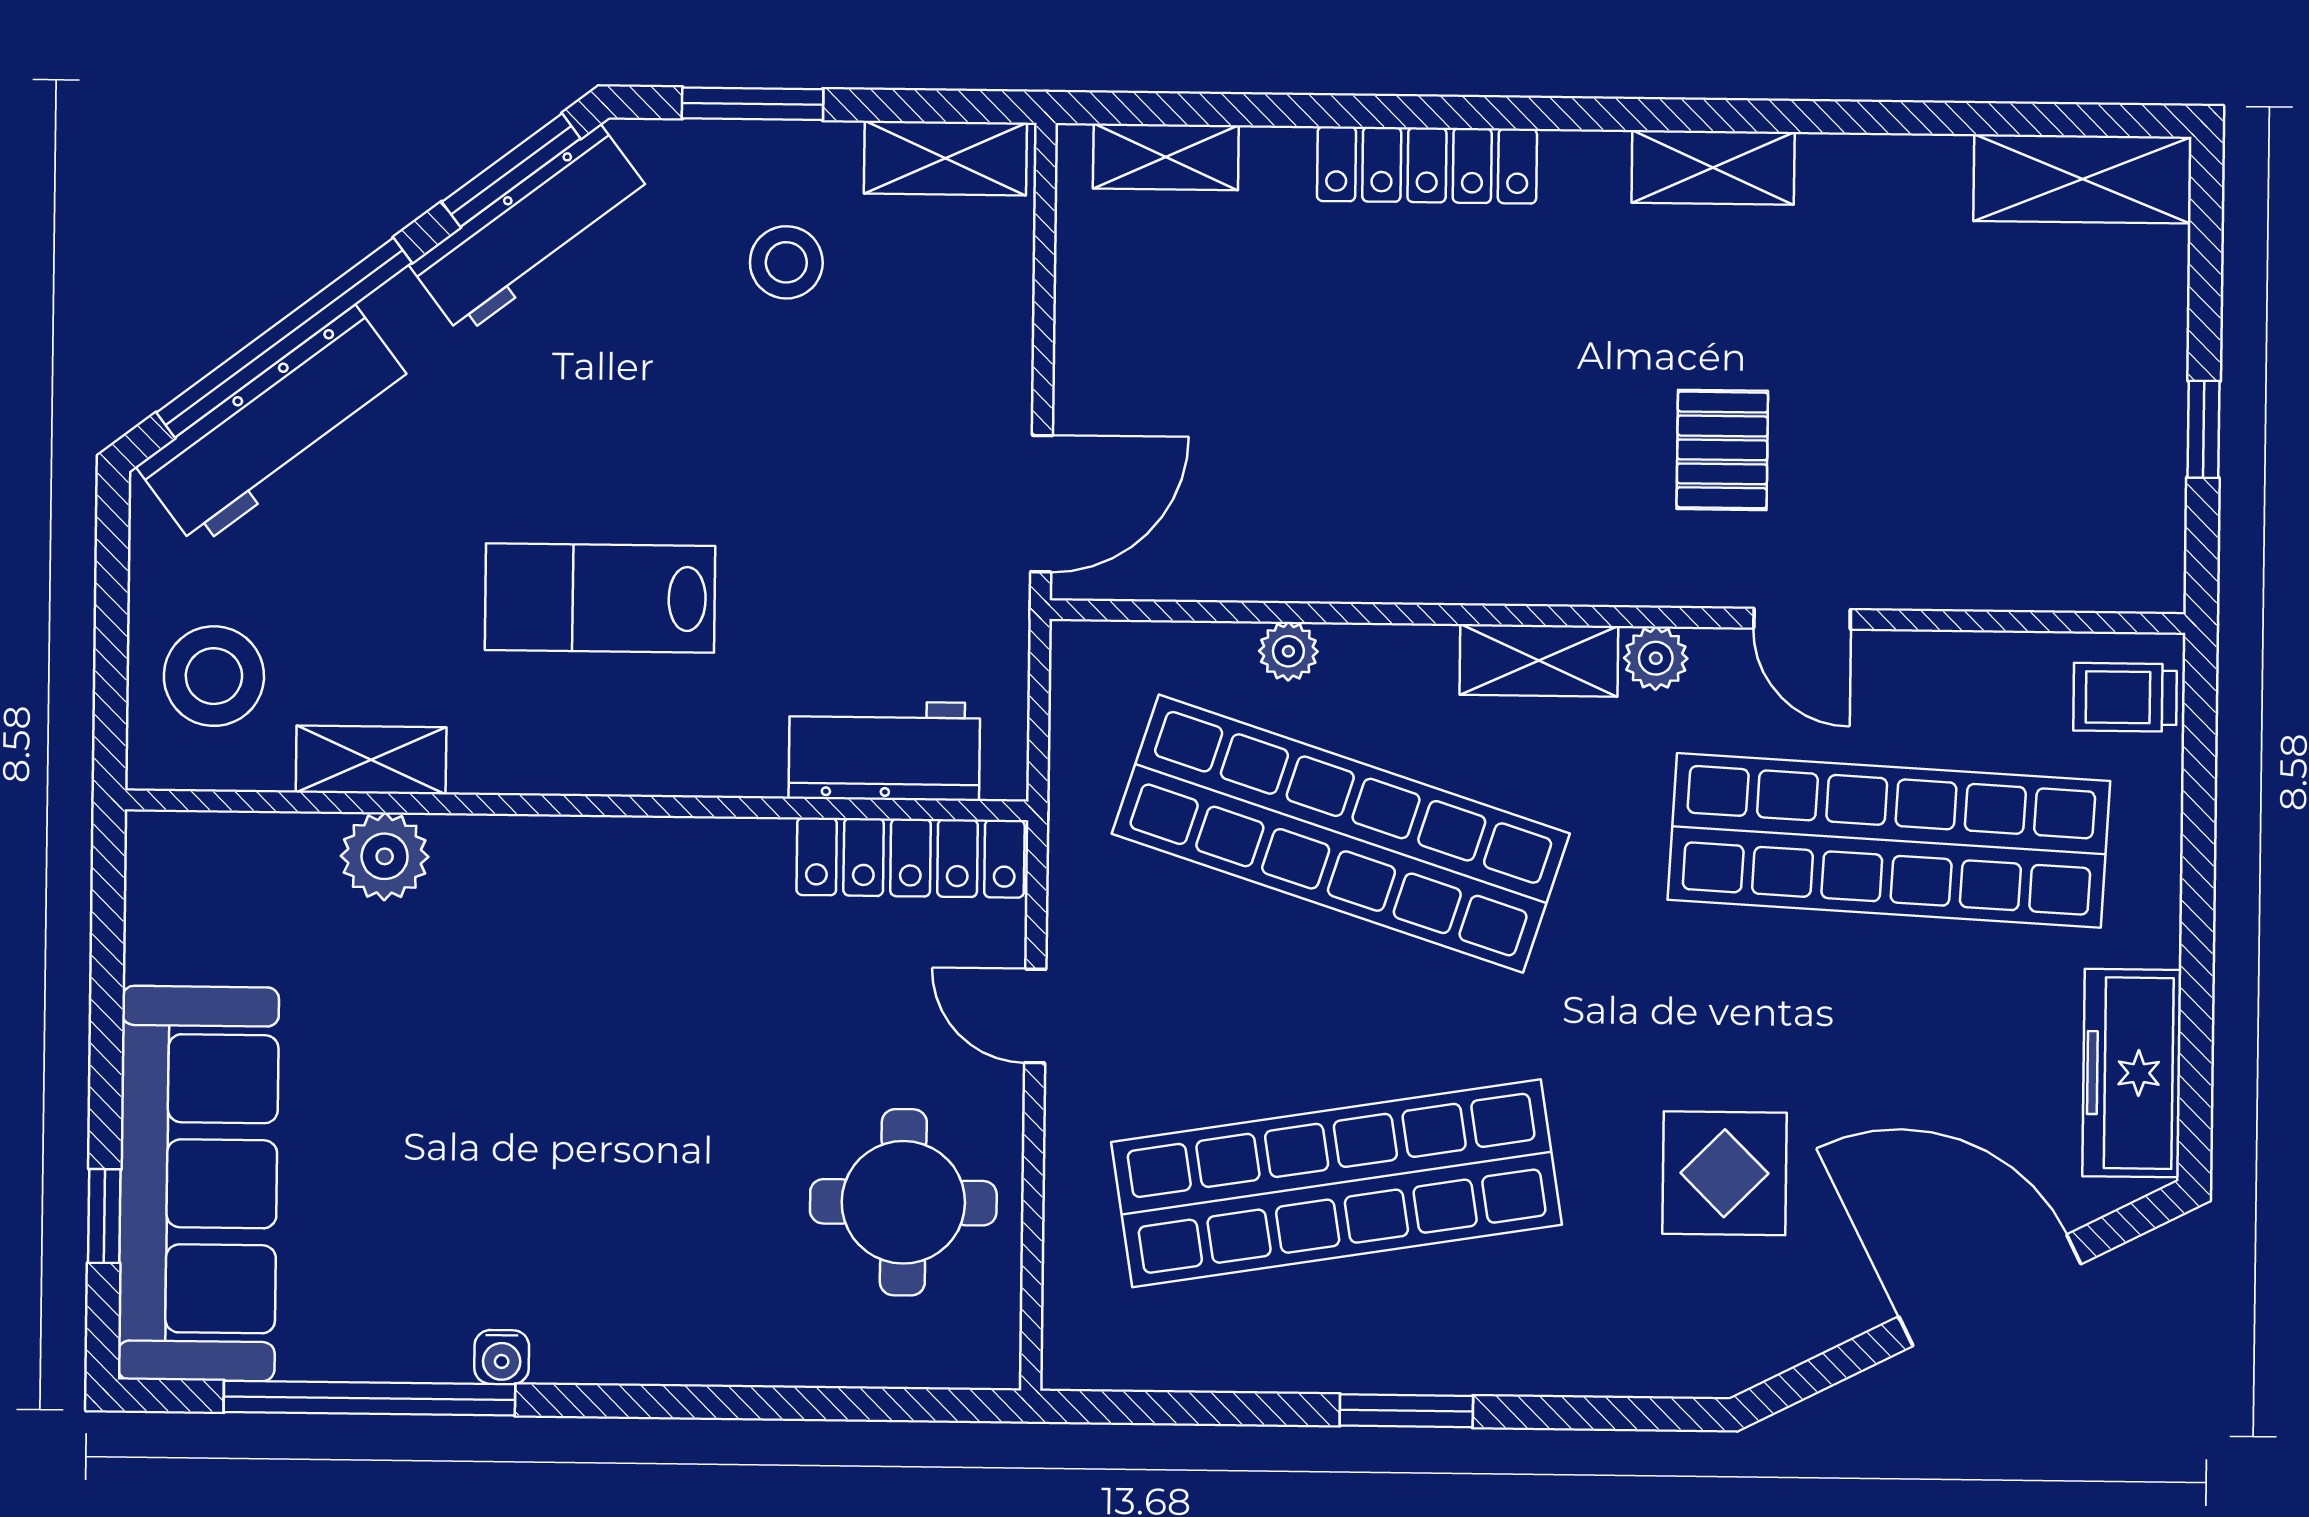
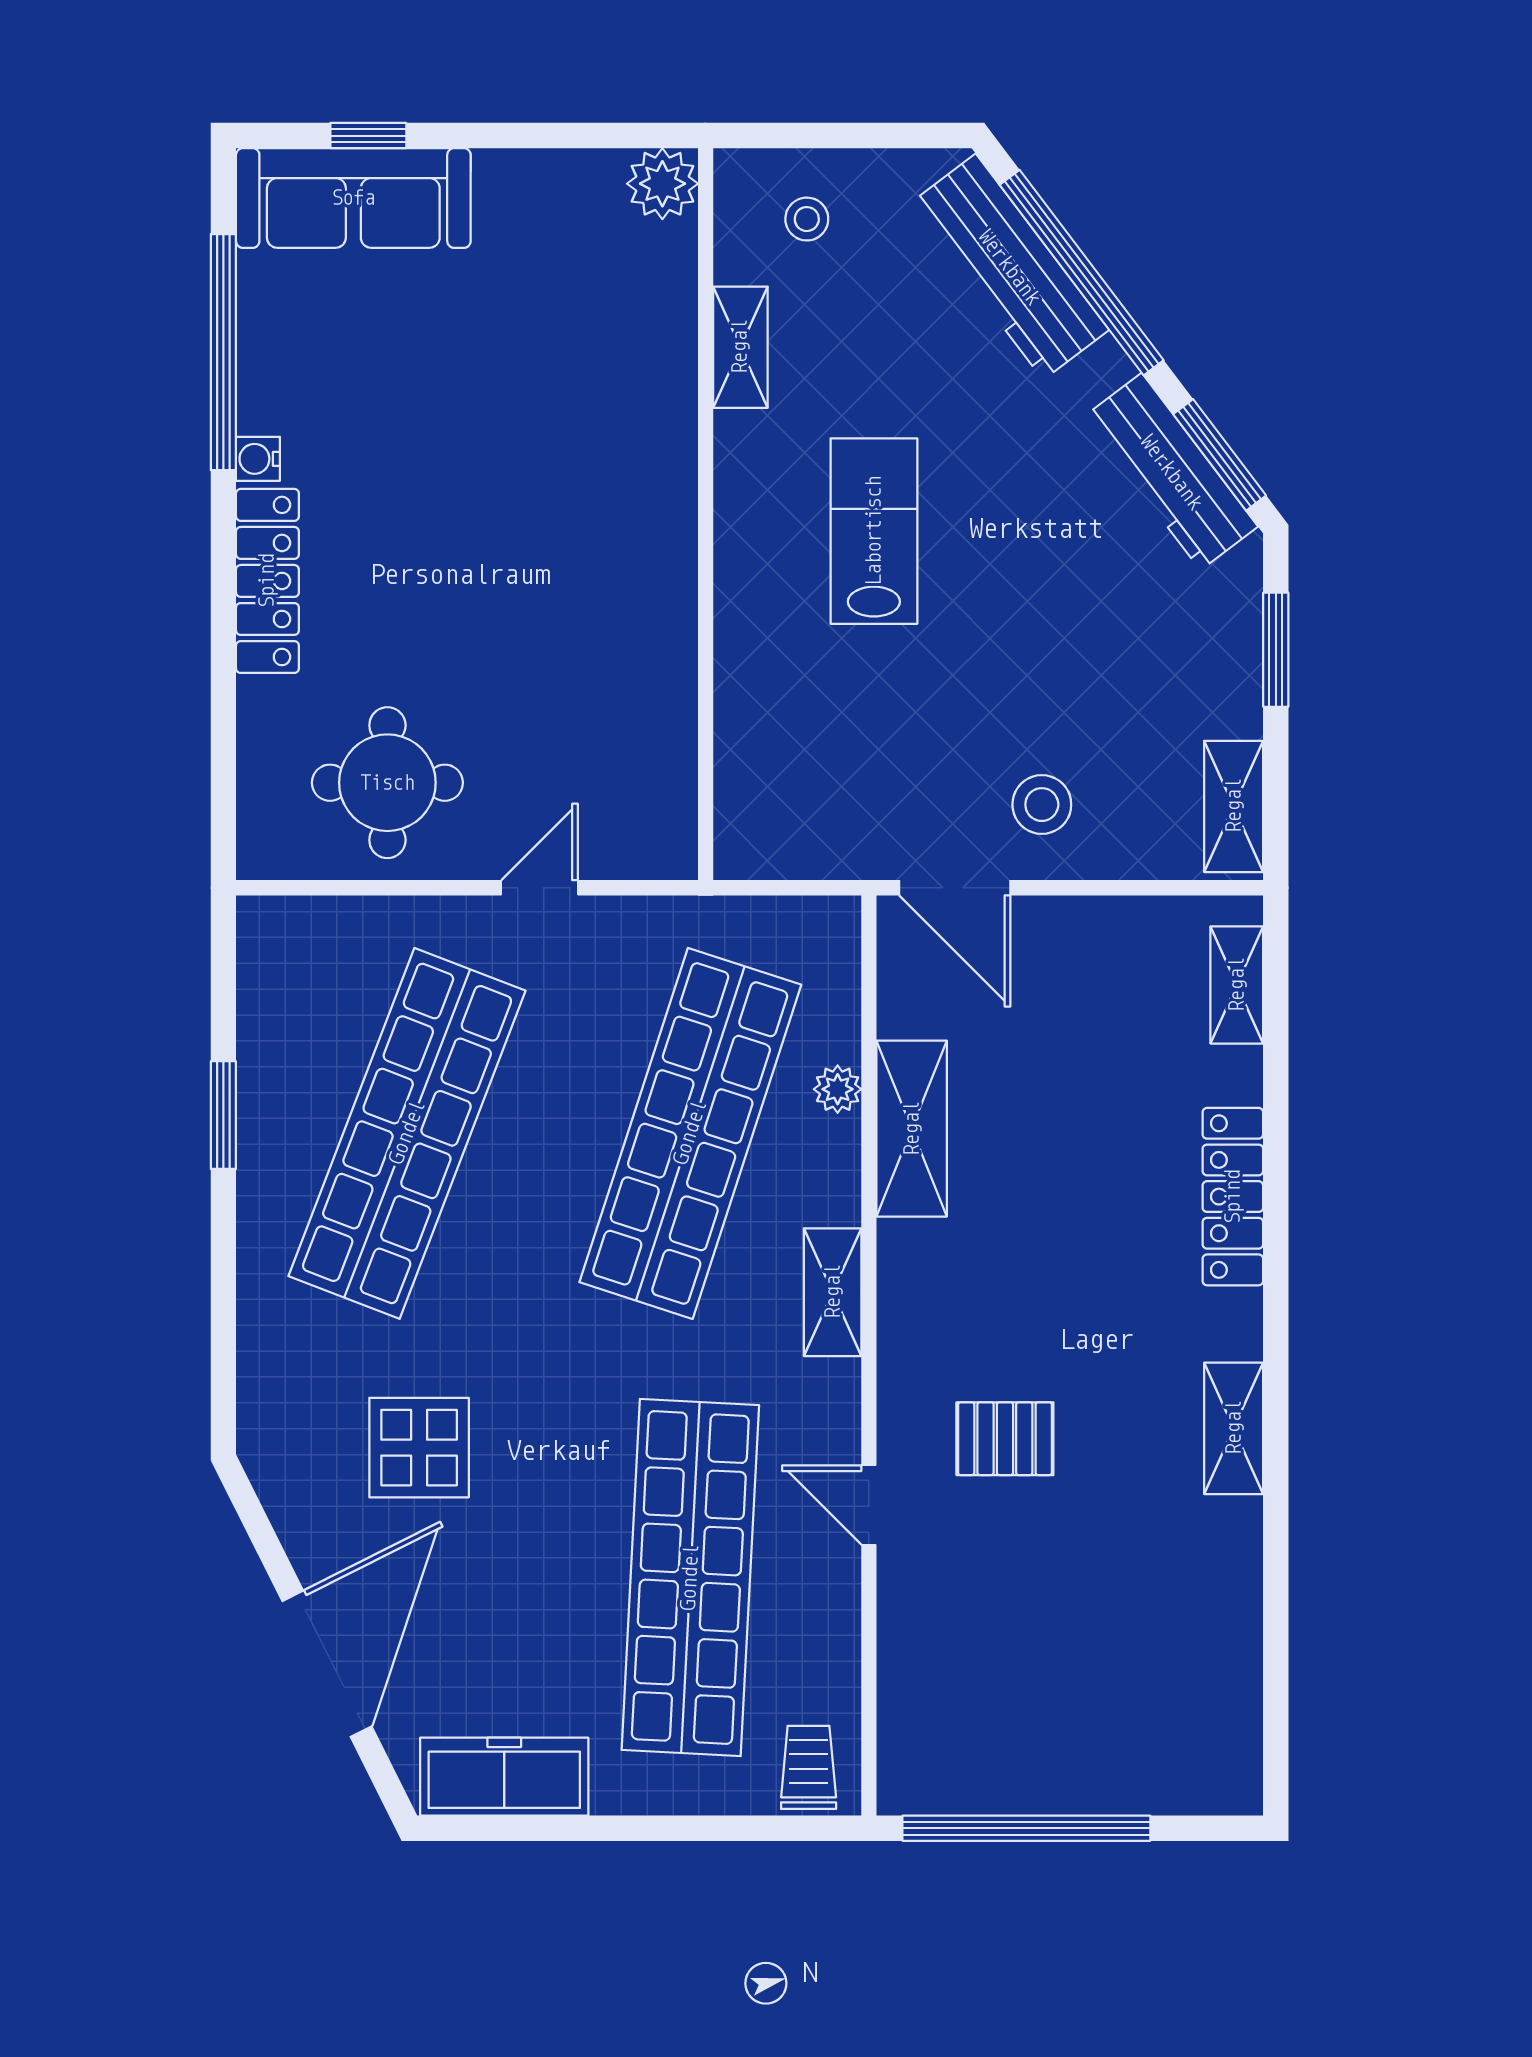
shelving: (2082, 179) -> (912, 1129), moved
stool: (786, 262) -> (1042, 805), moved
window: (2203, 429) -> (1026, 1828), width x3.17
door: (1802, 619) -> (869, 1505), hinge flipped
plant: (1656, 658) -> (836, 1387), removed
stool: (214, 676) -> (807, 219), width x0.53, depth x0.53
workbench: (884, 751) -> (753, 763), removed
plant: (385, 856) -> (662, 184), moved
locker: (911, 858) -> (267, 581), moved, turned 180
shop shelf: (1337, 1183) -> (407, 1133), turned 30
sofa: (198, 1184) -> (353, 198), width x0.74, depth x0.79
window: (1406, 1411) -> (223, 1115), moved

